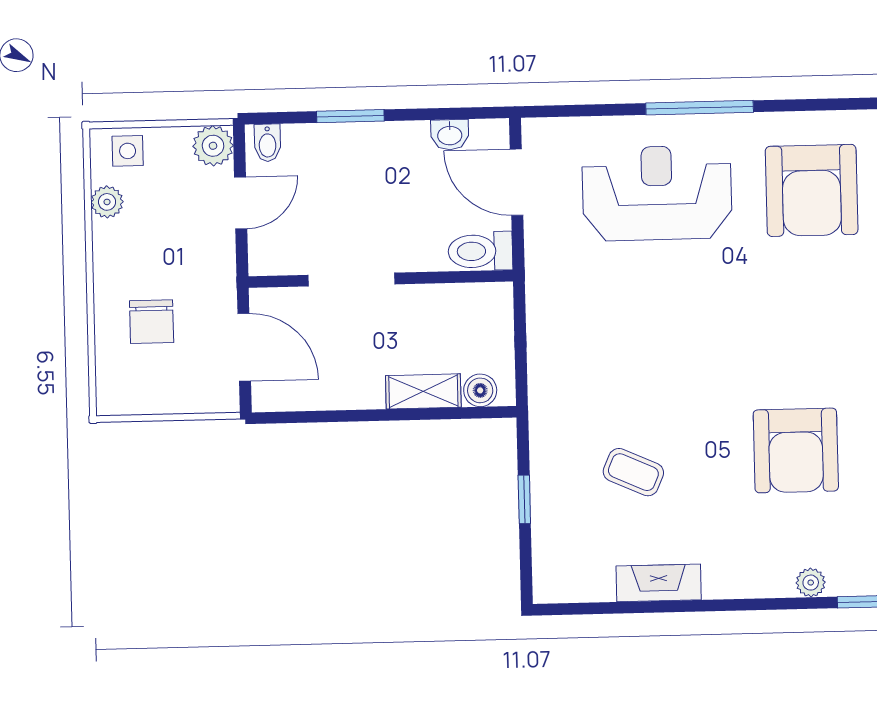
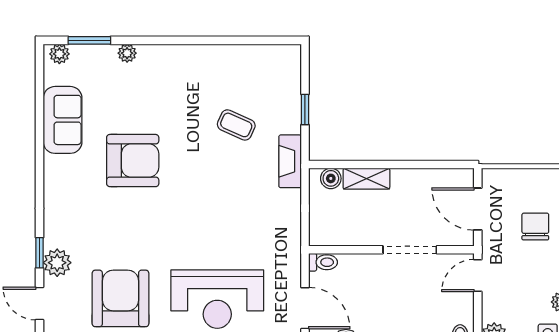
door: (241, 203) -> (478, 276), moved
toilet: (480, 251) -> (323, 262), width x0.73, depth x0.72
armchair: (796, 450) -> (133, 161), moved, turned 90
fireplace: (659, 583) -> (290, 161), moved, turned 90

